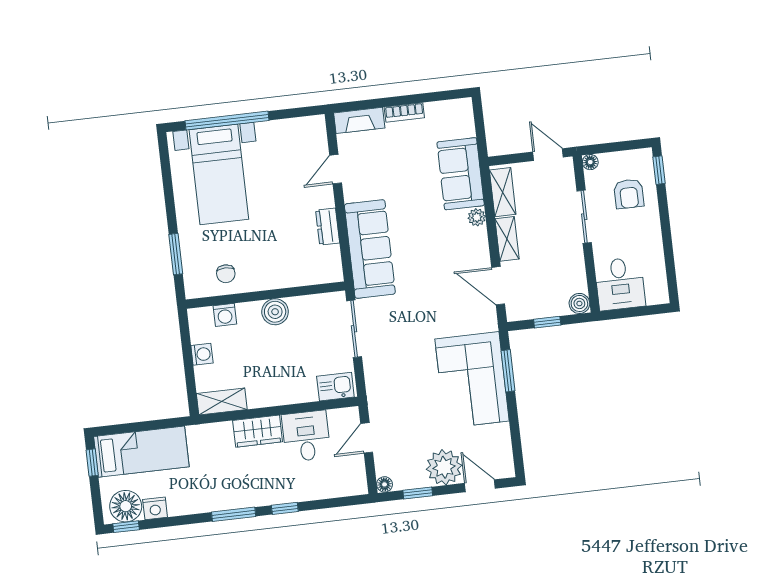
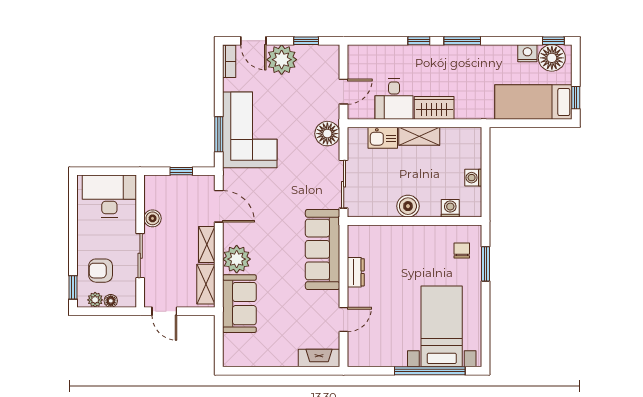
bookcase: (404, 112) -> (229, 61), moved, turned 90
plant: (631, 159) -> (95, 300), added
floor lamp: (590, 162) -> (111, 301), moved
armchair: (629, 194) -> (101, 271), turned -90
plant: (477, 217) -> (237, 259), width x1.88, depth x1.88
chair: (226, 274) -> (462, 250), moved
desk: (620, 284) -> (109, 196), width x1.37
boiler: (579, 303) -> (153, 218), moved
kitchen sink: (335, 387) -> (383, 138), moved
shelving: (222, 401) -> (419, 136), moved
floor lamp: (385, 484) -> (327, 134), moved, width x1.89, depth x1.89

